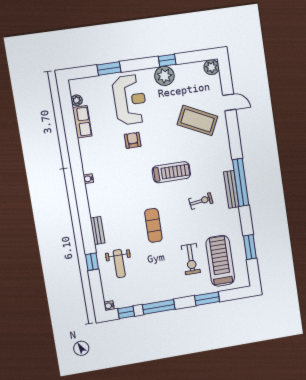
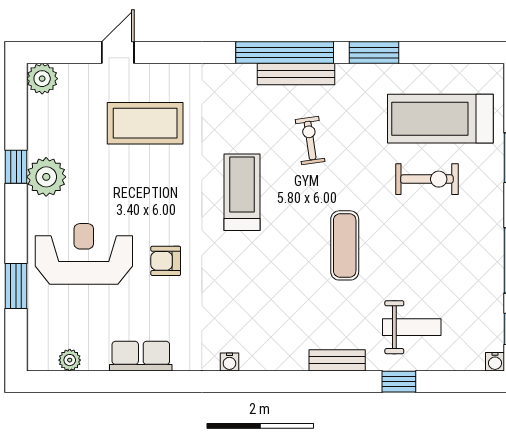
coffee table: (197, 120) -> (145, 123), turned 64
row of seats: (82, 122) -> (141, 356), moved
exercise mat: (153, 225) -> (345, 245), turned 90
window: (250, 247) -> (374, 53), moved

